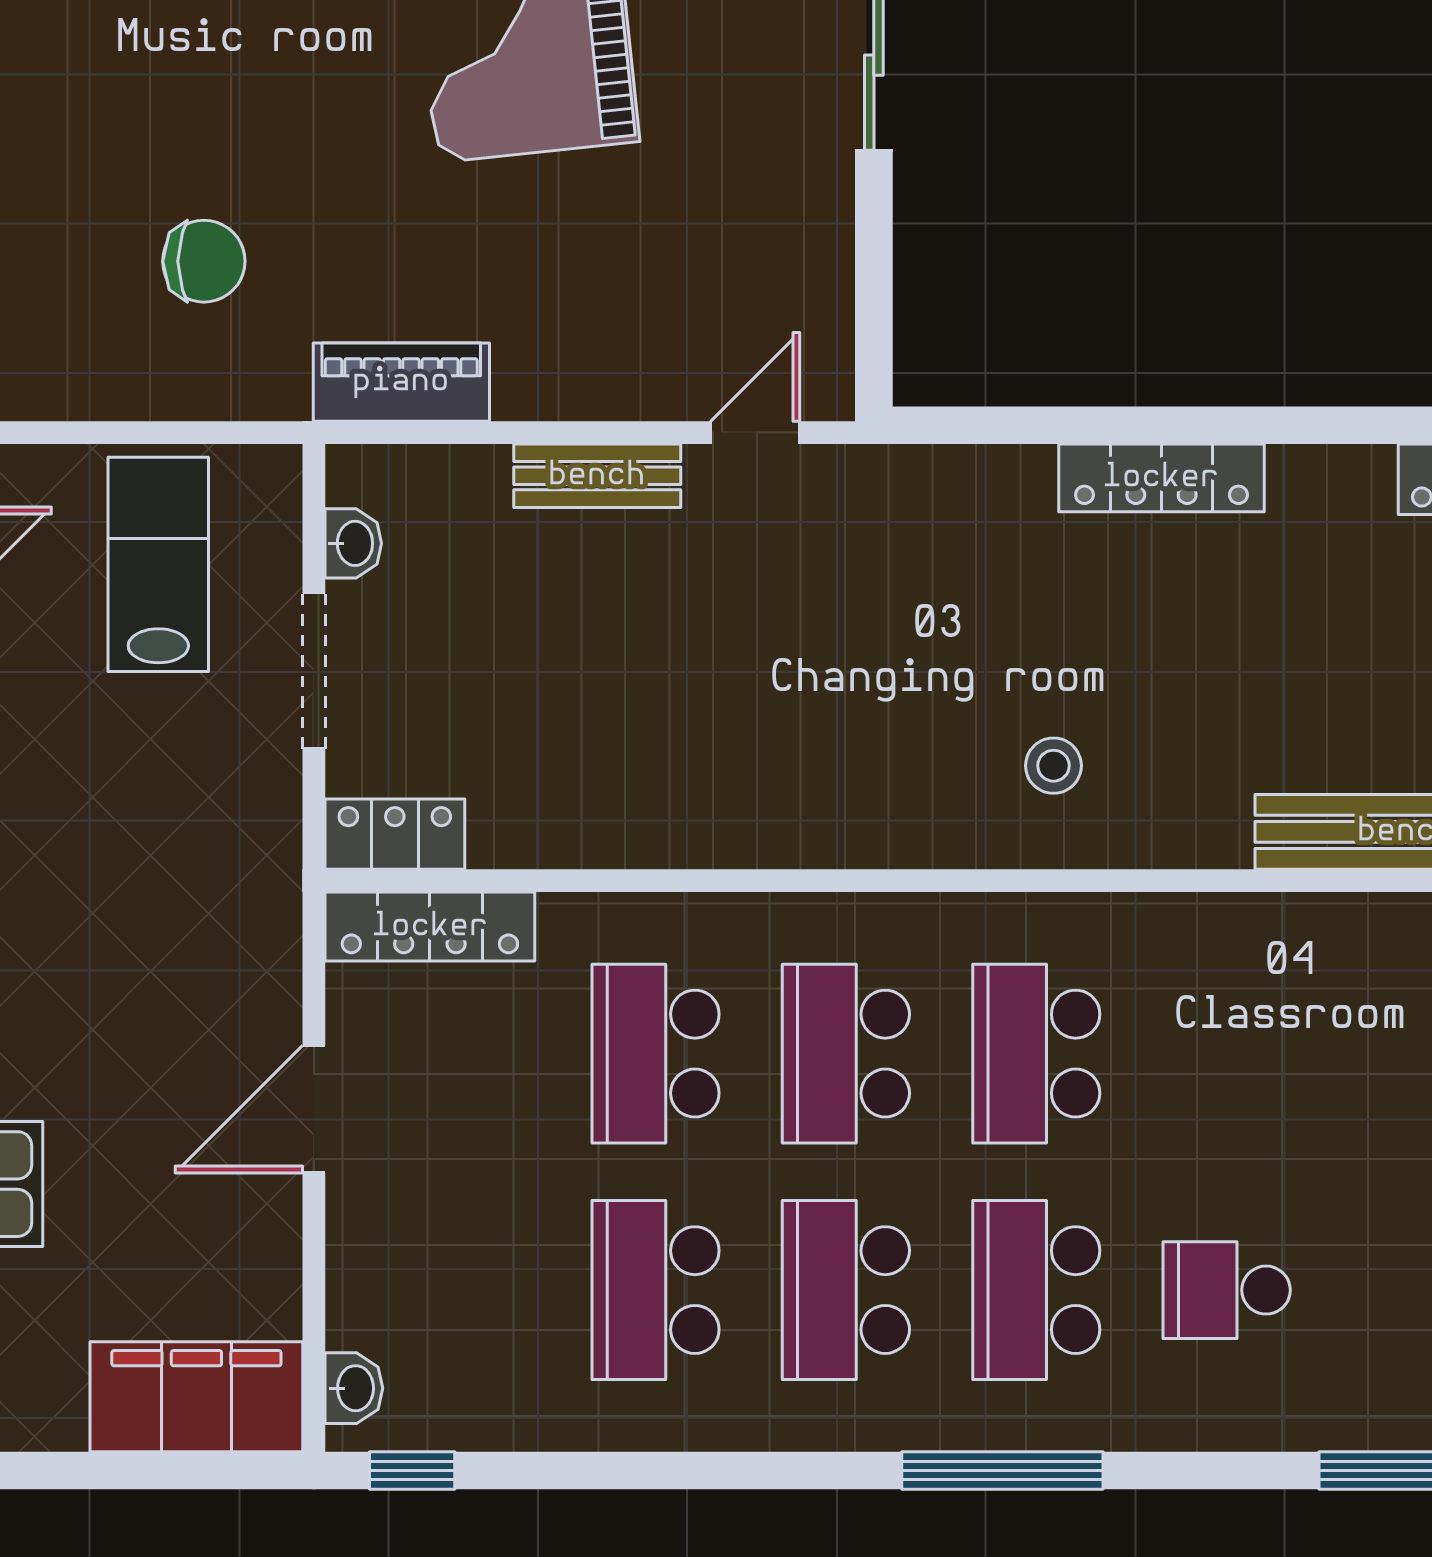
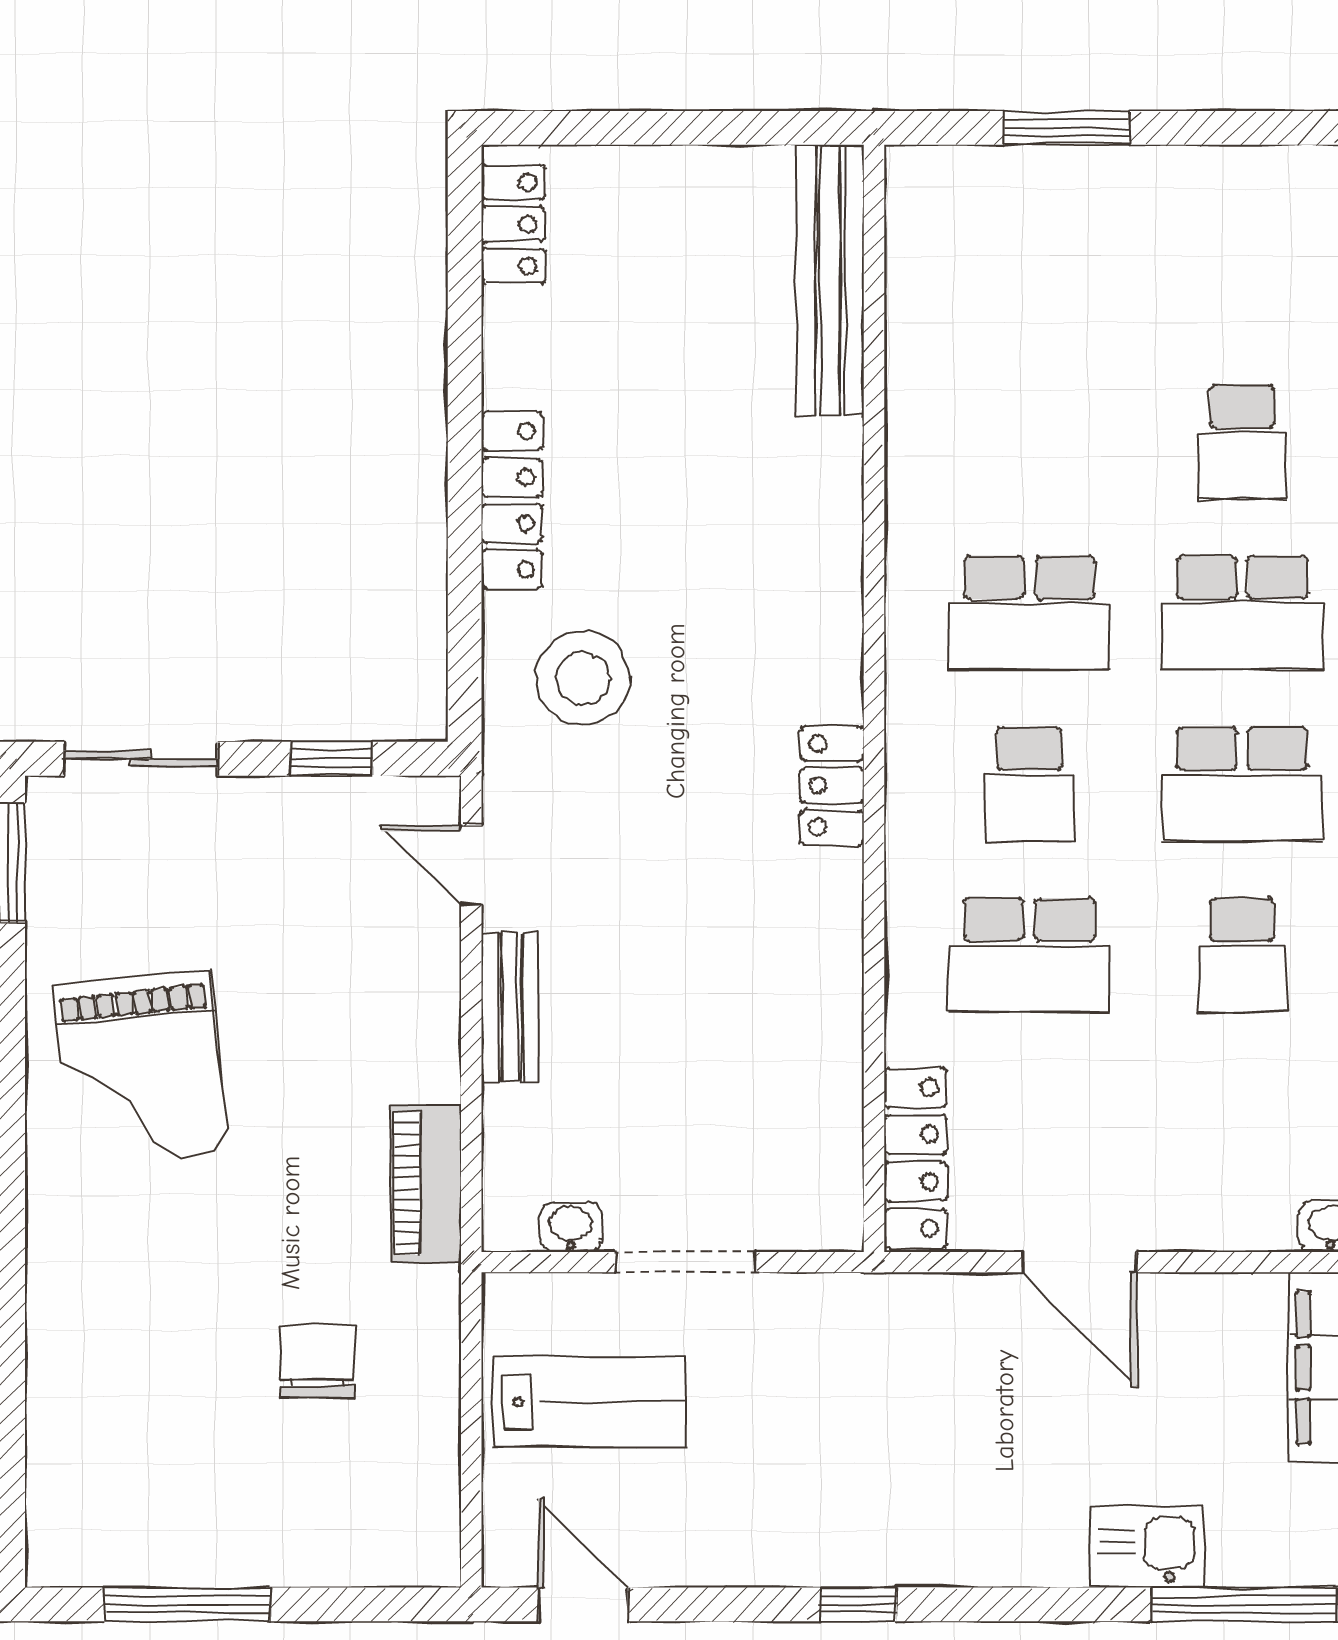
window: (874, 277) -> (331, 759), added
lab bench: (158, 564) -> (590, 1402), turned 180
stool: (1053, 766) -> (583, 678), moved, width x1.89, depth x1.89
locker: (395, 834) -> (832, 785), moved
school desk: (846, 1054) -> (1029, 784), width x0.54
school desk: (656, 1290) -> (1242, 955), width x0.54

